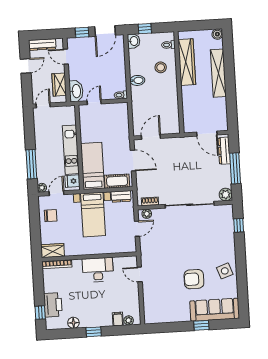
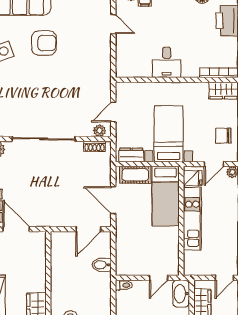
bidet: (137, 80) -> (102, 265), moved
desk: (98, 270) -> (167, 62), width x0.73
door: (140, 274) -> (113, 24), moved

